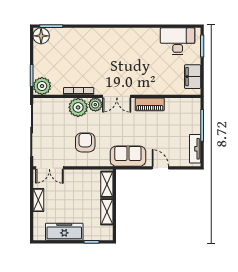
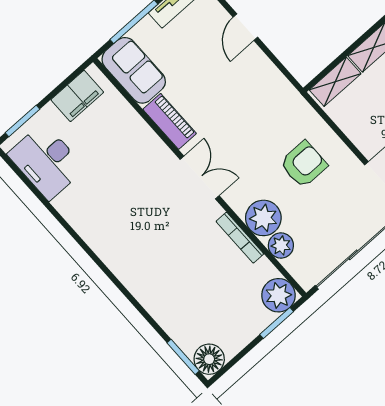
plant: (95, 105) -> (281, 245), moved
armchair: (85, 142) -> (304, 164), turned 180
sofa: (128, 156) -> (134, 70), moved, turned 180

